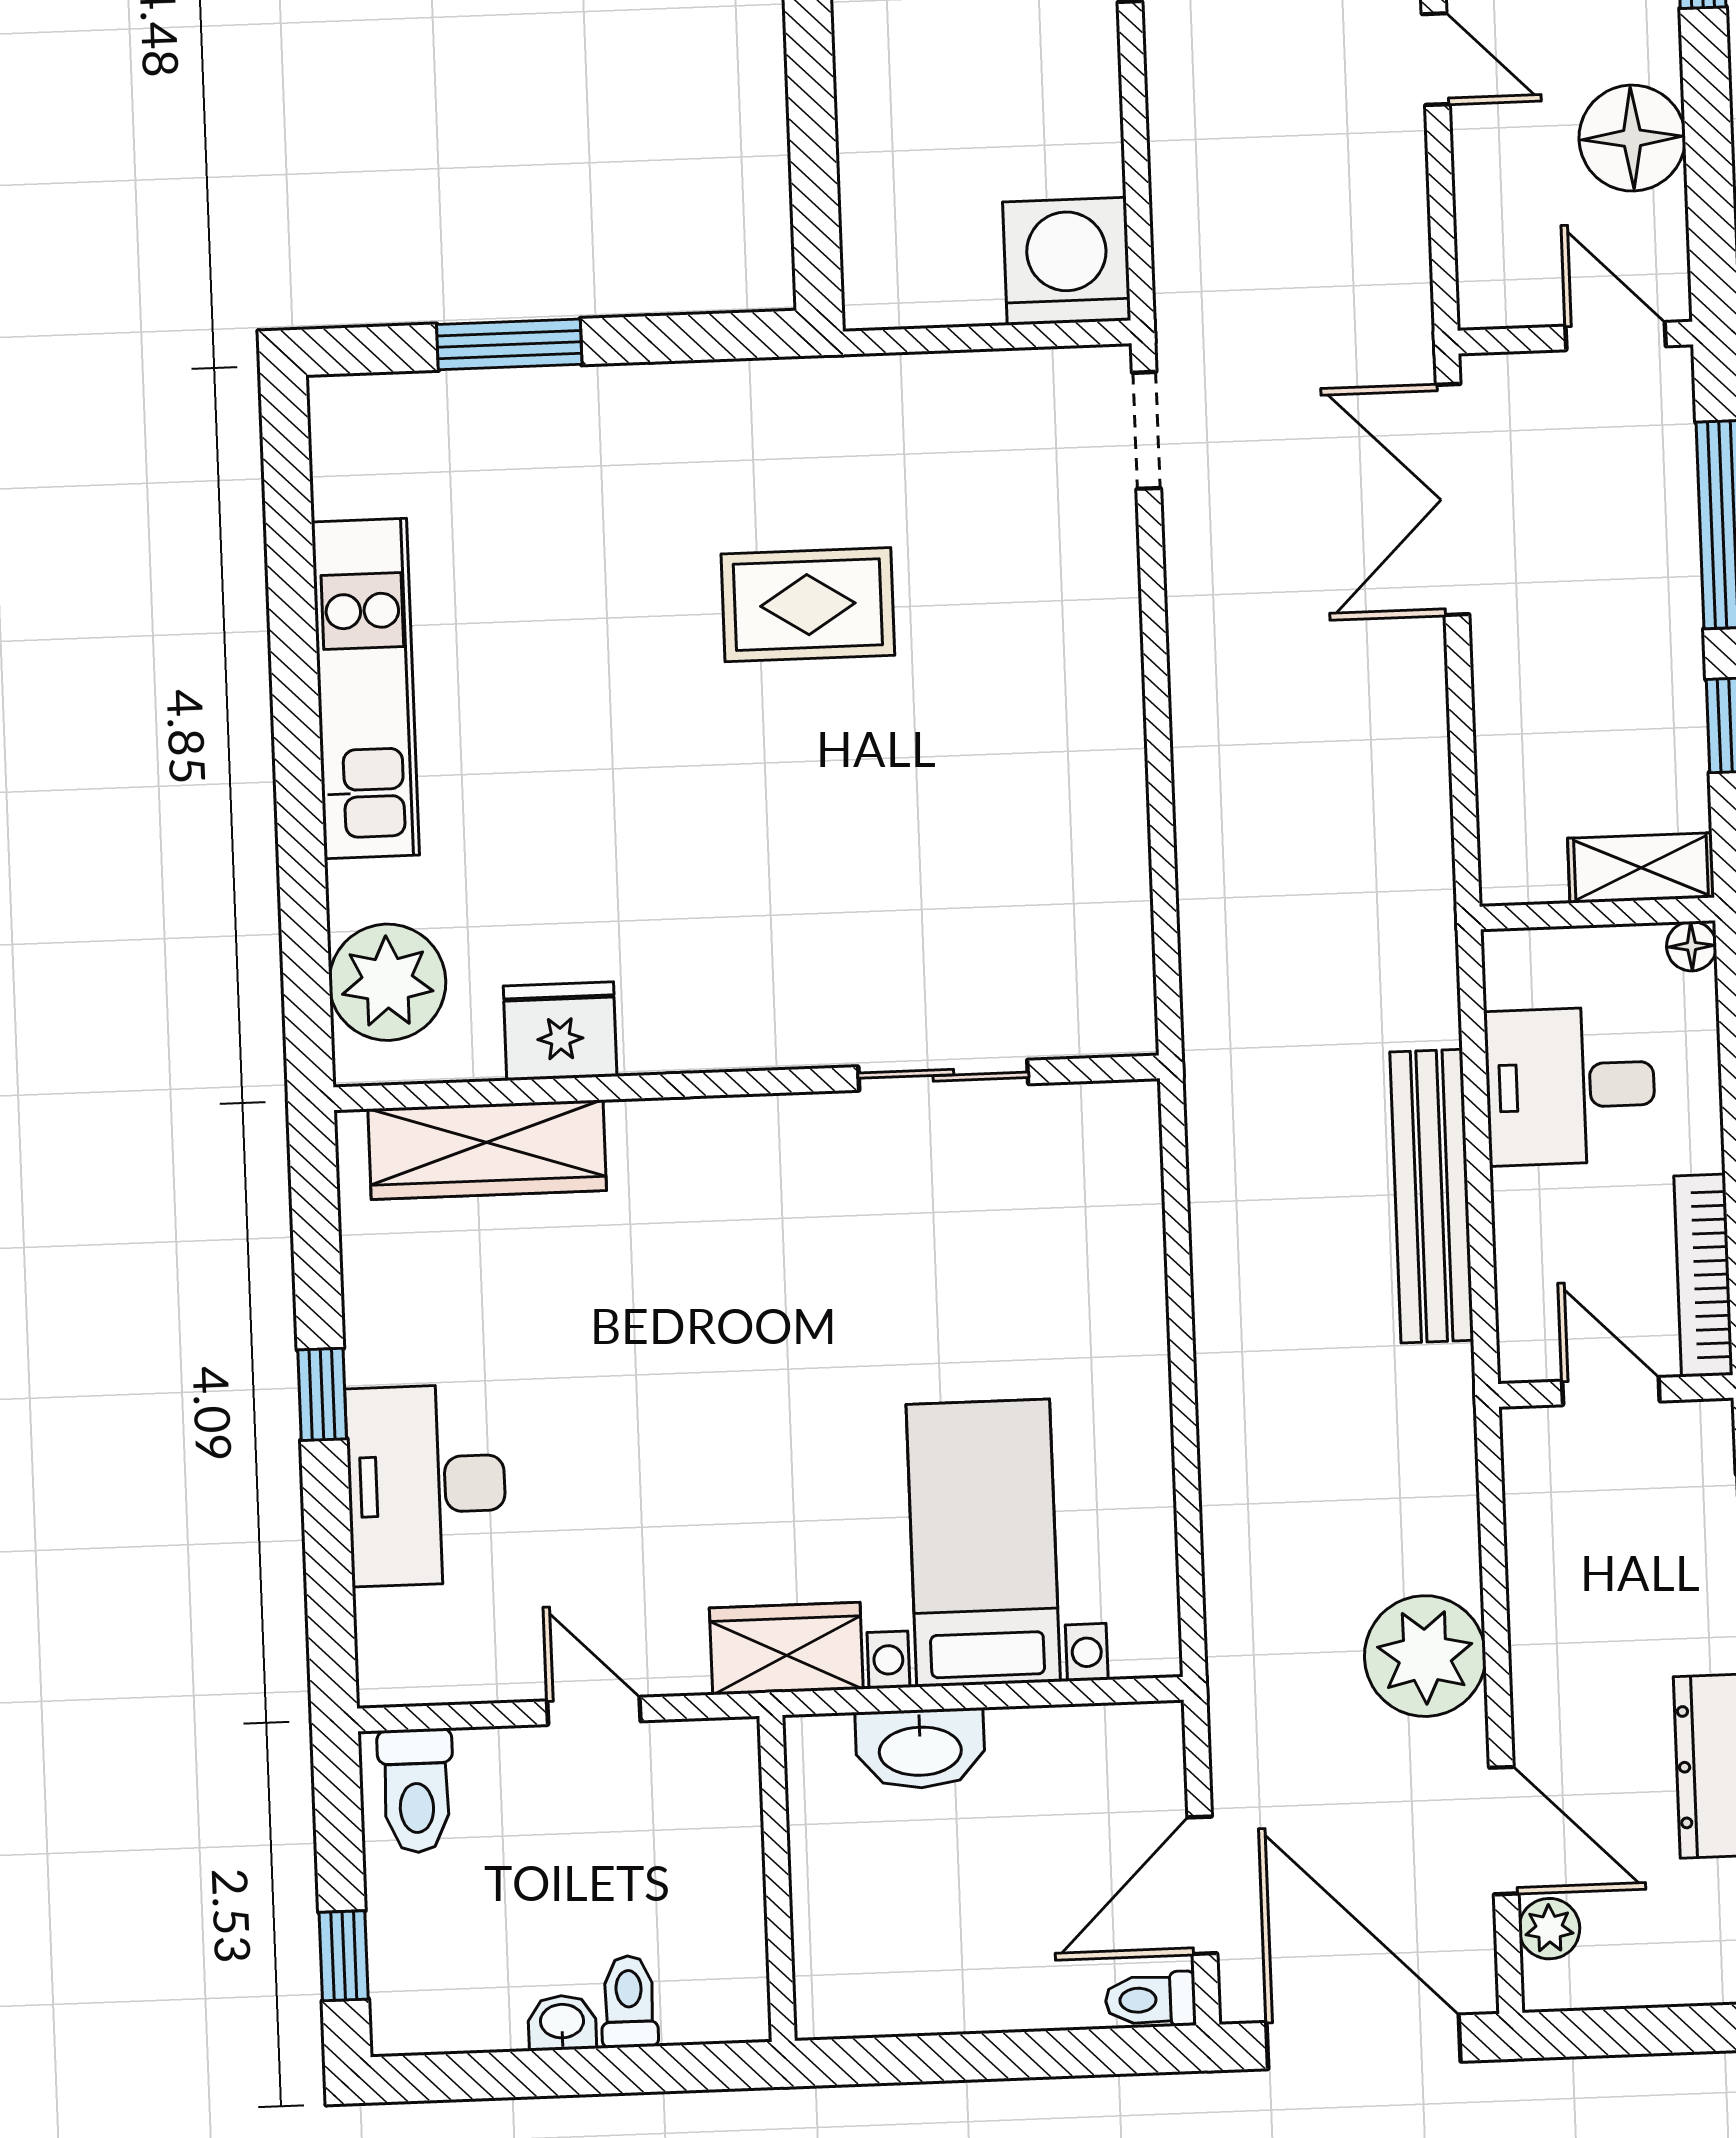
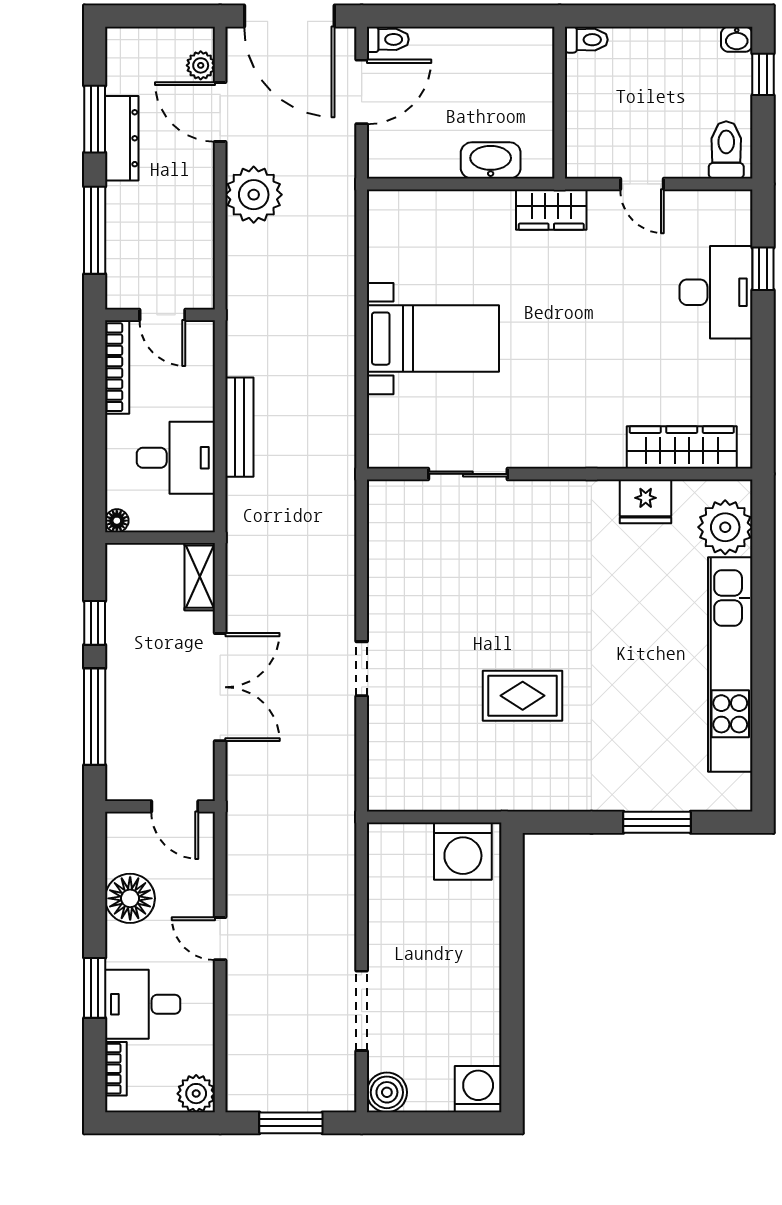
washing machine: (1067, 261) -> (463, 851), moved
door: (1616, 336) -> (175, 806), moved
doorway: (1146, 430) -> (362, 669), moved
double door: (1453, 499) -> (220, 687), moved
kitchen unit: (365, 689) -> (730, 665), width x1.36
shelving: (1641, 868) -> (200, 577), moved, turned 90
bench: (1432, 1196) -> (239, 427), width x0.73, depth x0.82
window: (322, 1394) -> (763, 269), moved
bed with nightstands: (983, 1543) -> (433, 339), moved, turned -90
toilet: (629, 2002) -> (586, 40), moved, turned -90
washbasin: (562, 2023) -> (737, 39), moved

